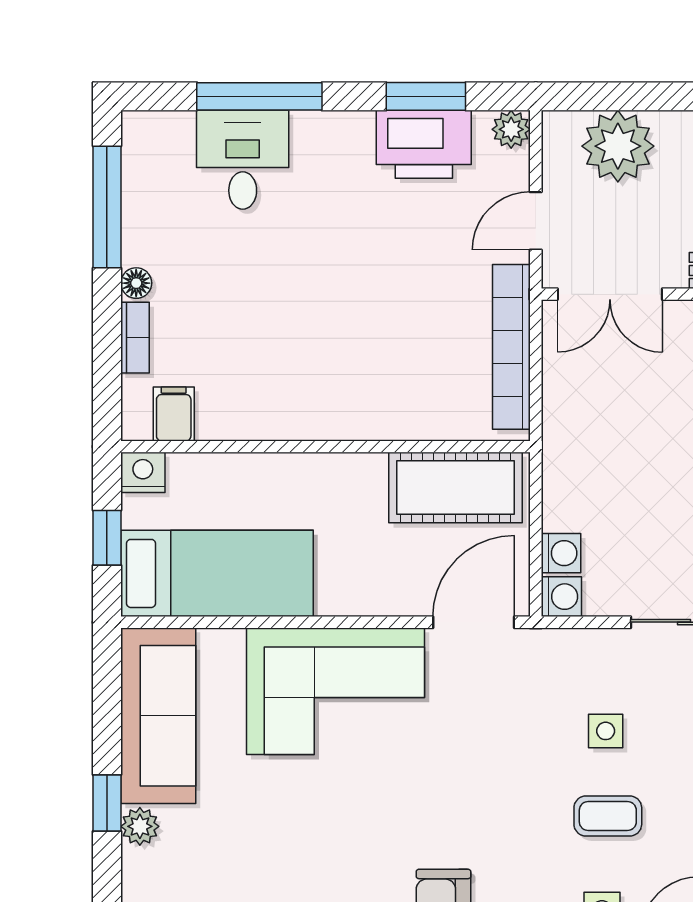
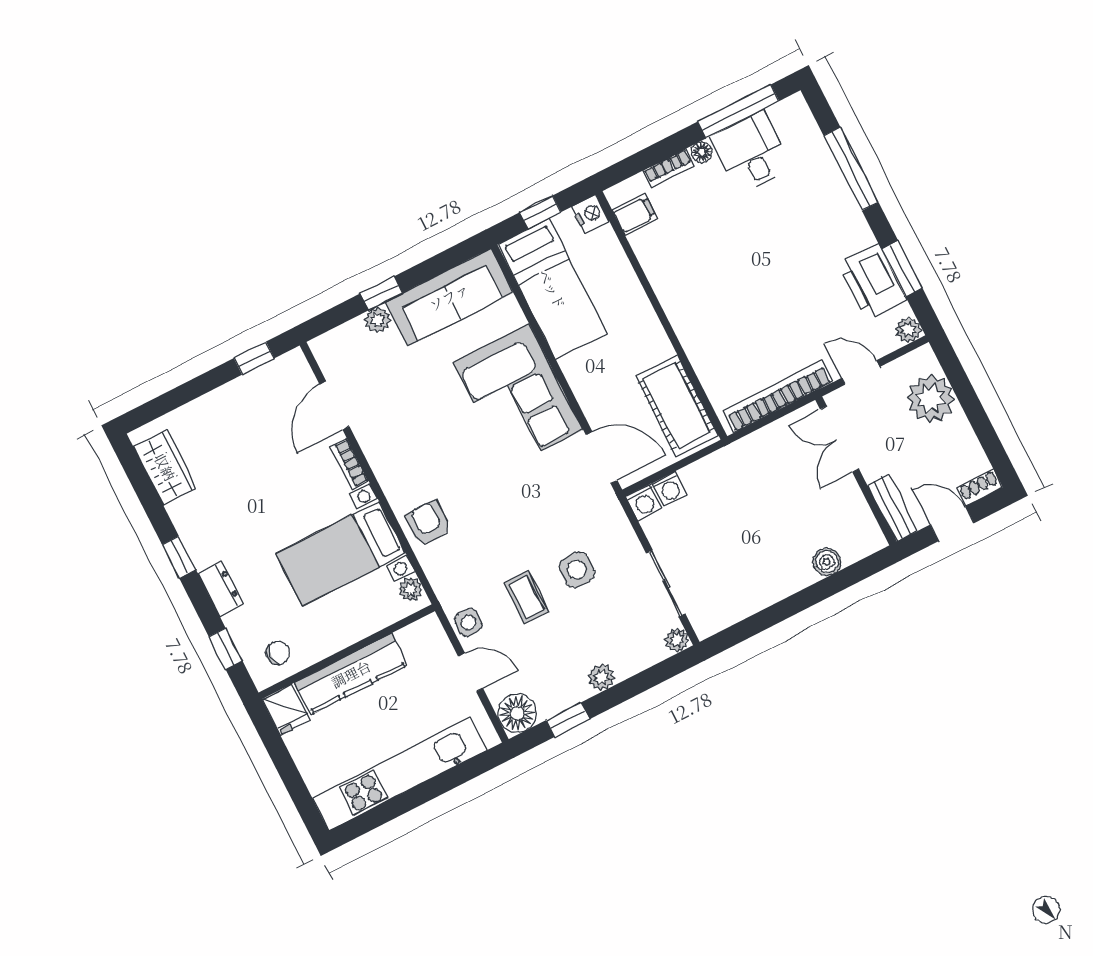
desk: (243, 160) -> (751, 153), moved, turned -90
side table: (606, 731) -> (577, 570), width x1.37, depth x1.37

